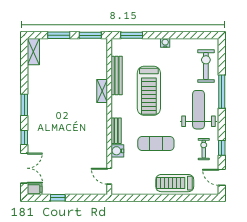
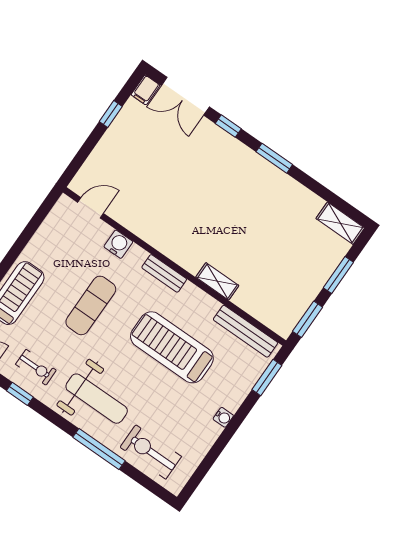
exercise bike: (206, 66) -> (151, 452), turned 180
bench: (117, 76) -> (245, 331), moved
bench: (116, 131) -> (164, 273), moved

